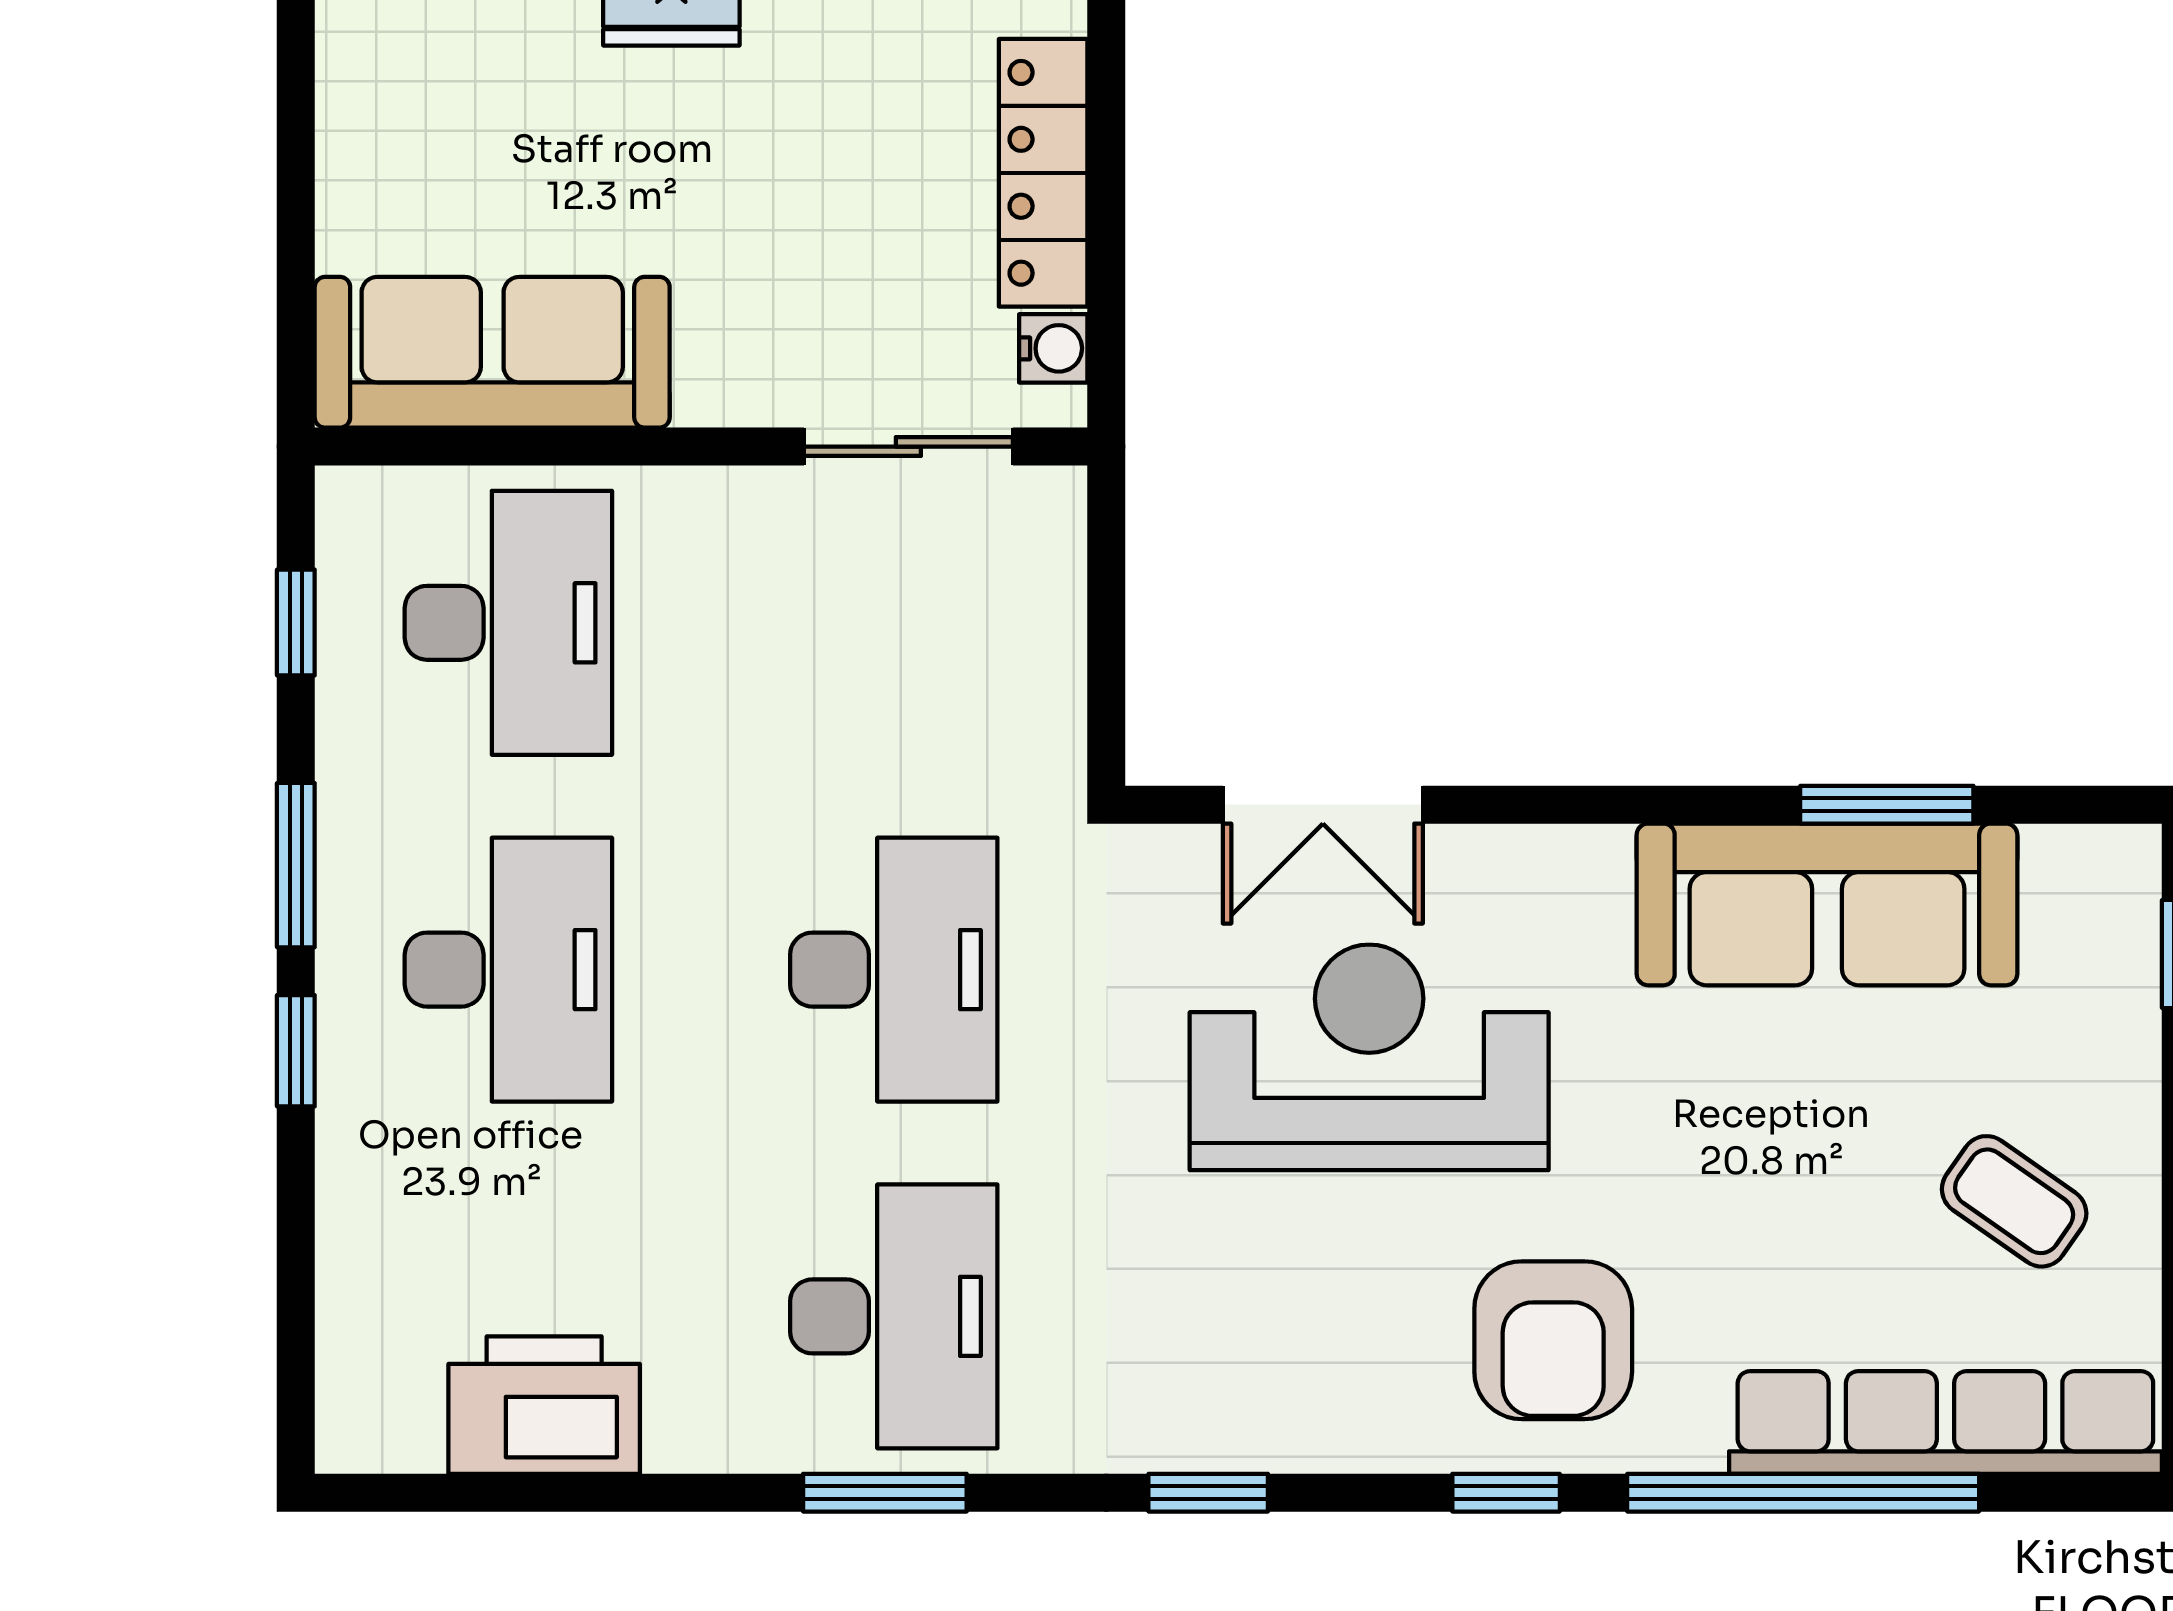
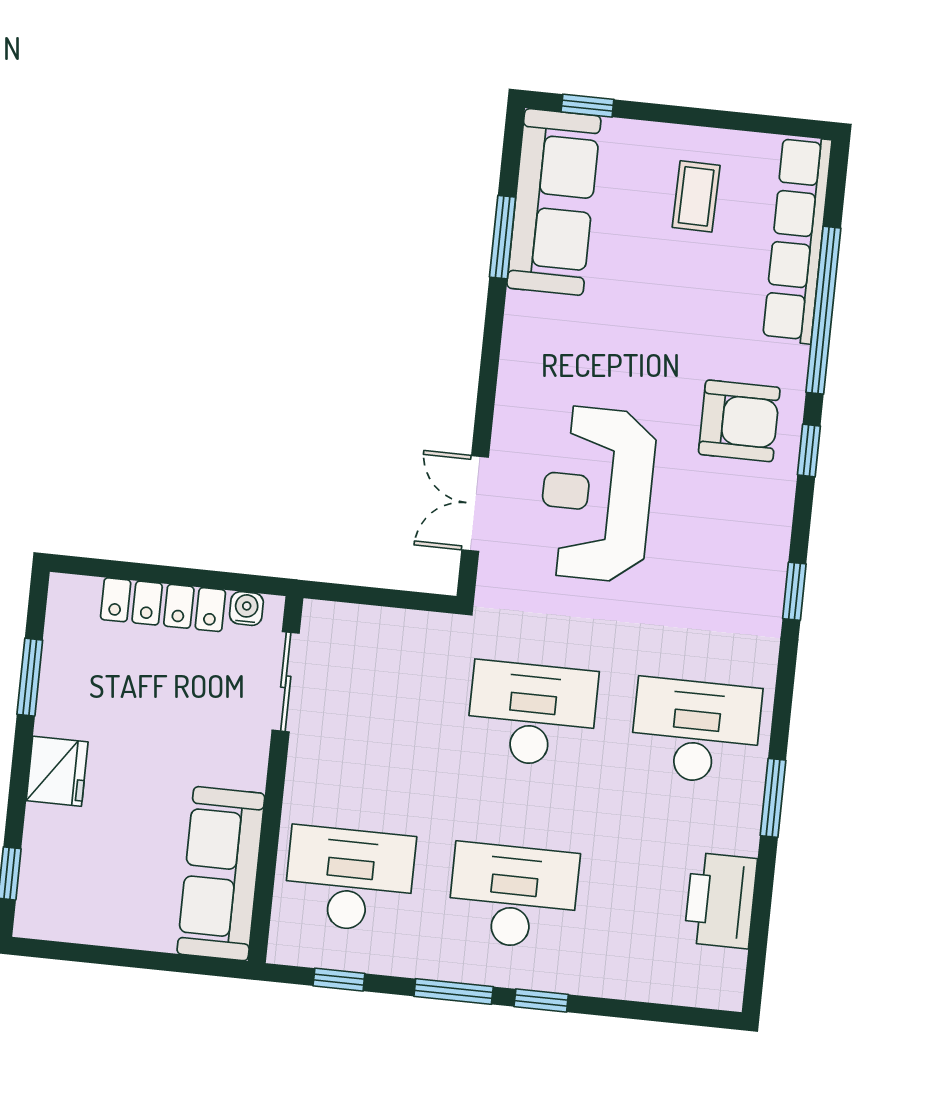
double door: (1323, 805) -> (475, 503), swing flipped
sofa: (1827, 904) -> (554, 202), moved
coffee table: (2014, 1201) -> (696, 196), turned -34
window: (885, 1493) -> (773, 798), moved

